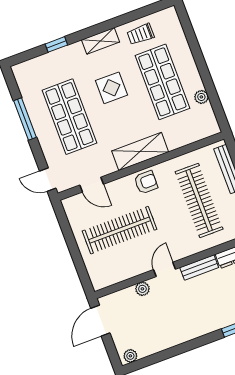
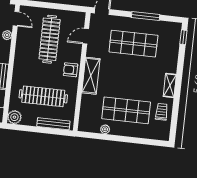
window: (56, 44) -> (183, 37), moved
display table: (111, 88) -> (138, 78), removed
armchair: (146, 182) -> (71, 70), turned 90
door: (164, 269) -> (16, 19), moved

